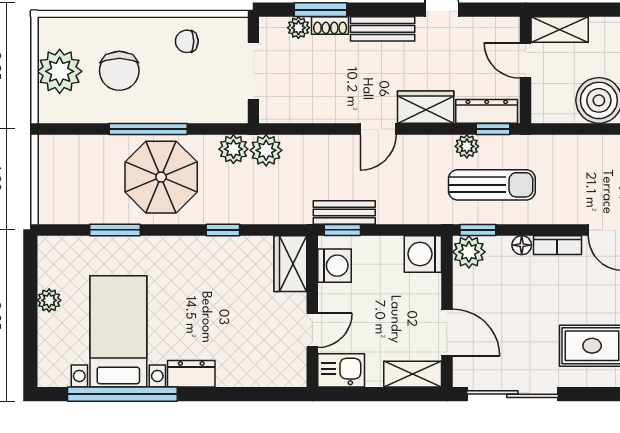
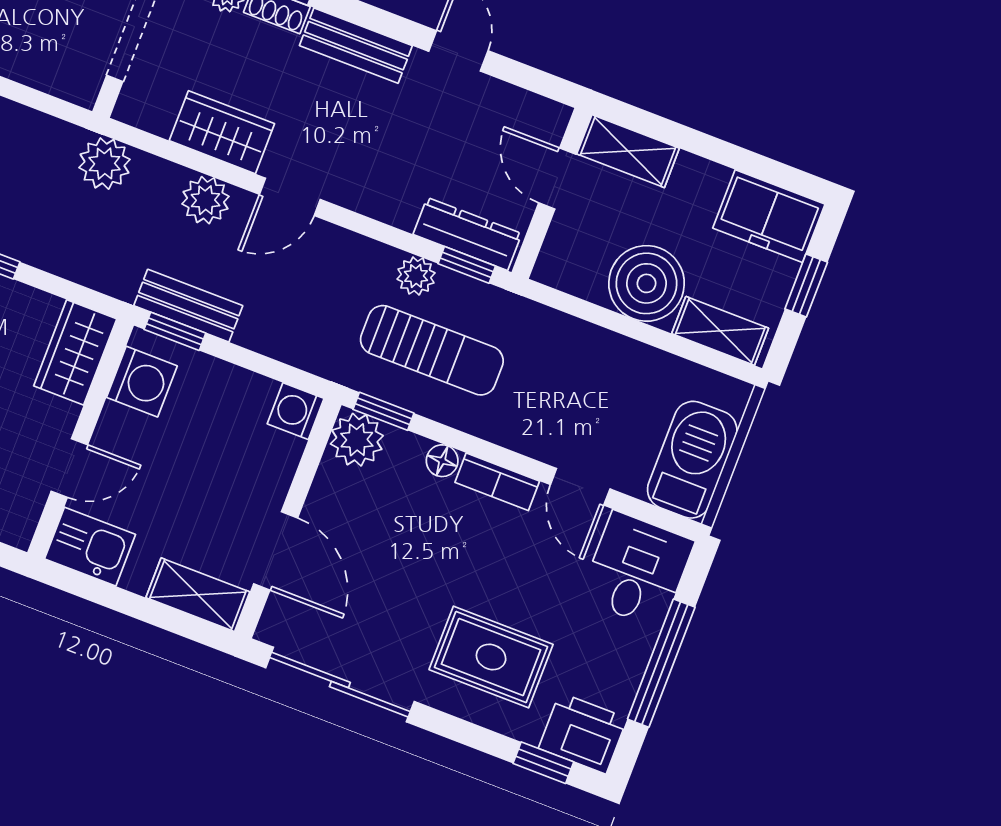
wardrobe: (426, 107) -> (222, 132), moved
plant: (233, 149) -> (205, 200), moved
washing machine: (423, 254) -> (296, 411), width x0.73, depth x0.73

